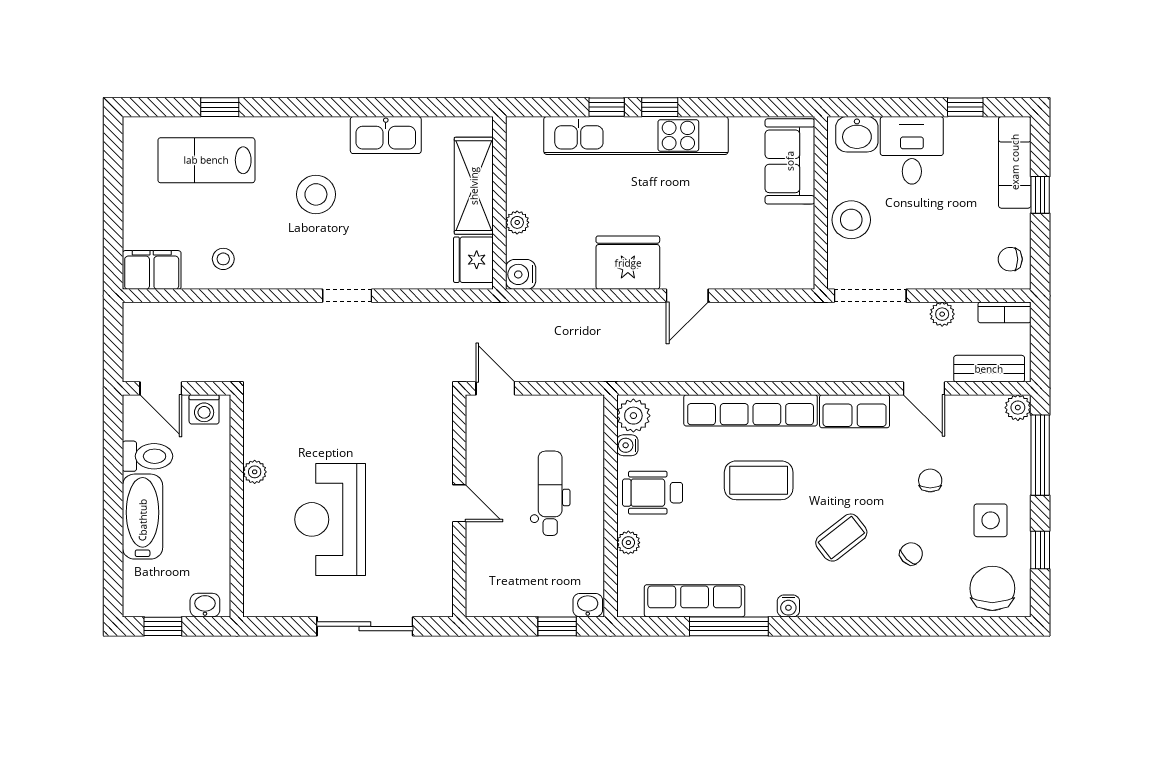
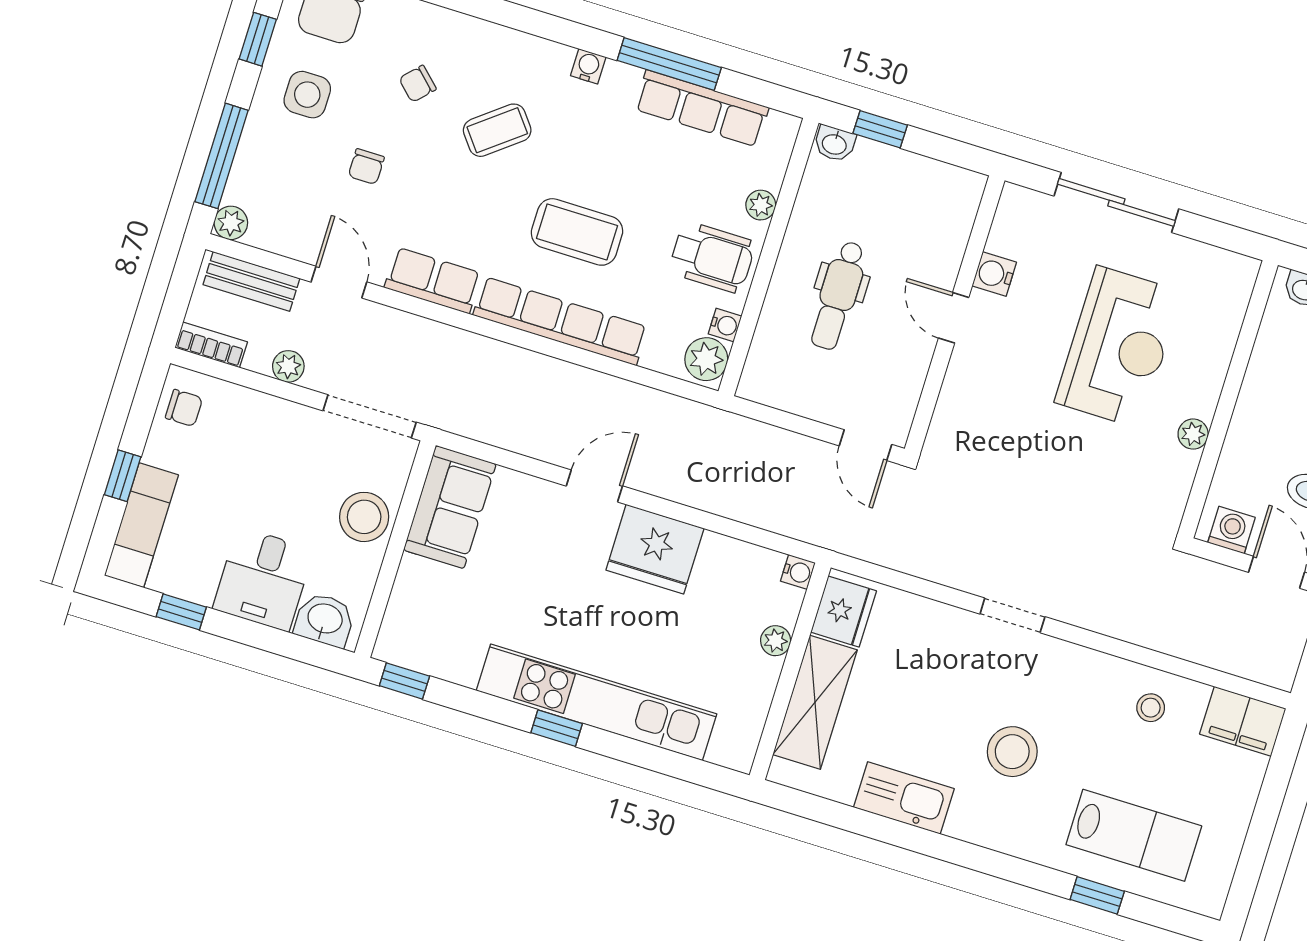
window: (607, 107) -> (404, 681), moved
sofa: (790, 161) -> (450, 507), moved
water cooler: (521, 274) -> (798, 572), width x0.72, depth x0.72
water cooler: (439, 545) -> (994, 274), added

